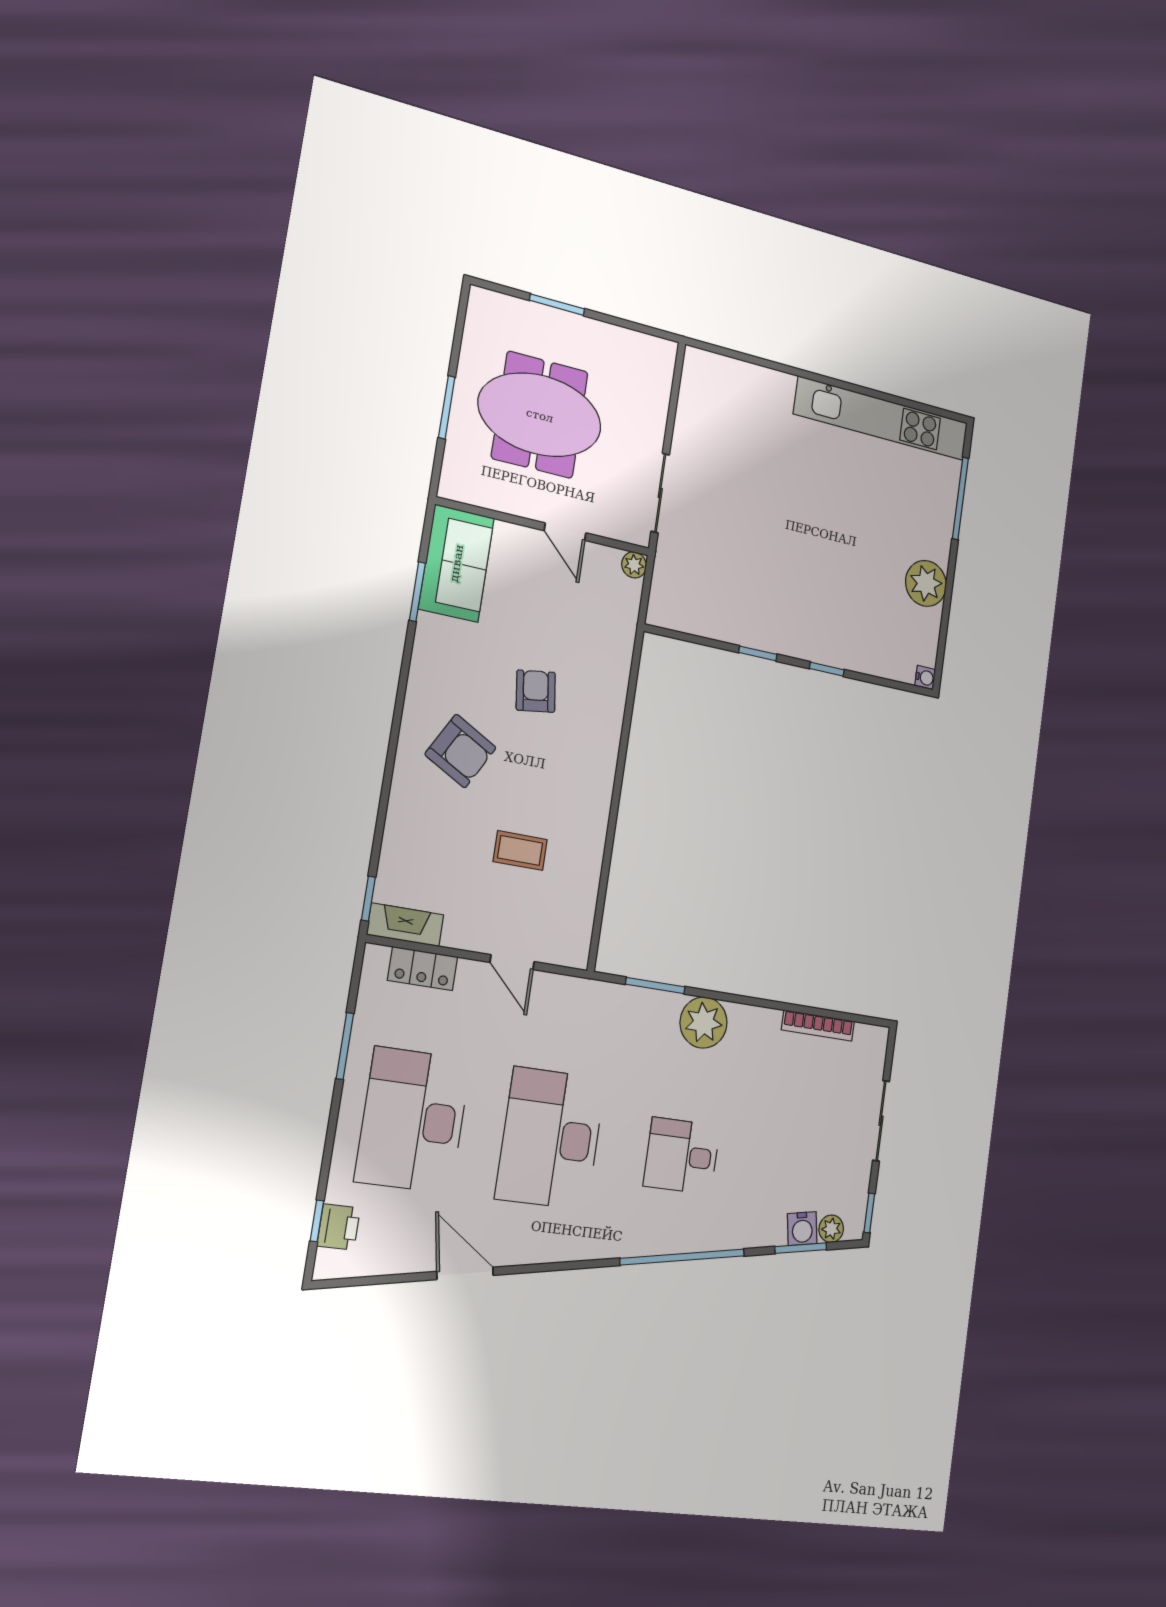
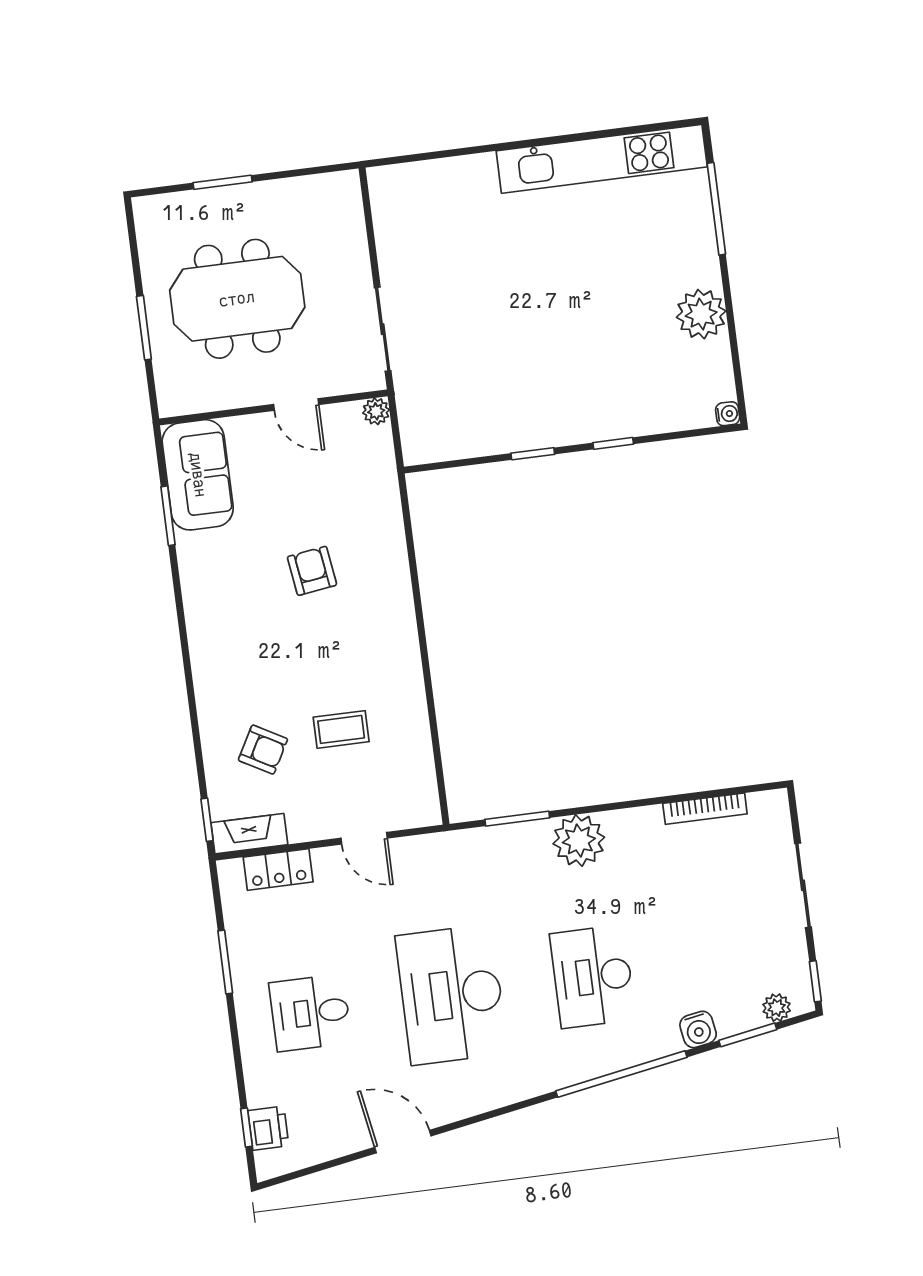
armchair: (461, 751) -> (263, 750), moved, width x0.72, depth x0.72
desk: (413, 1120) -> (310, 1013), width x0.53, depth x0.77
desk: (682, 1156) -> (593, 977), width x1.37
water cooler: (802, 1229) -> (698, 1029), moved

